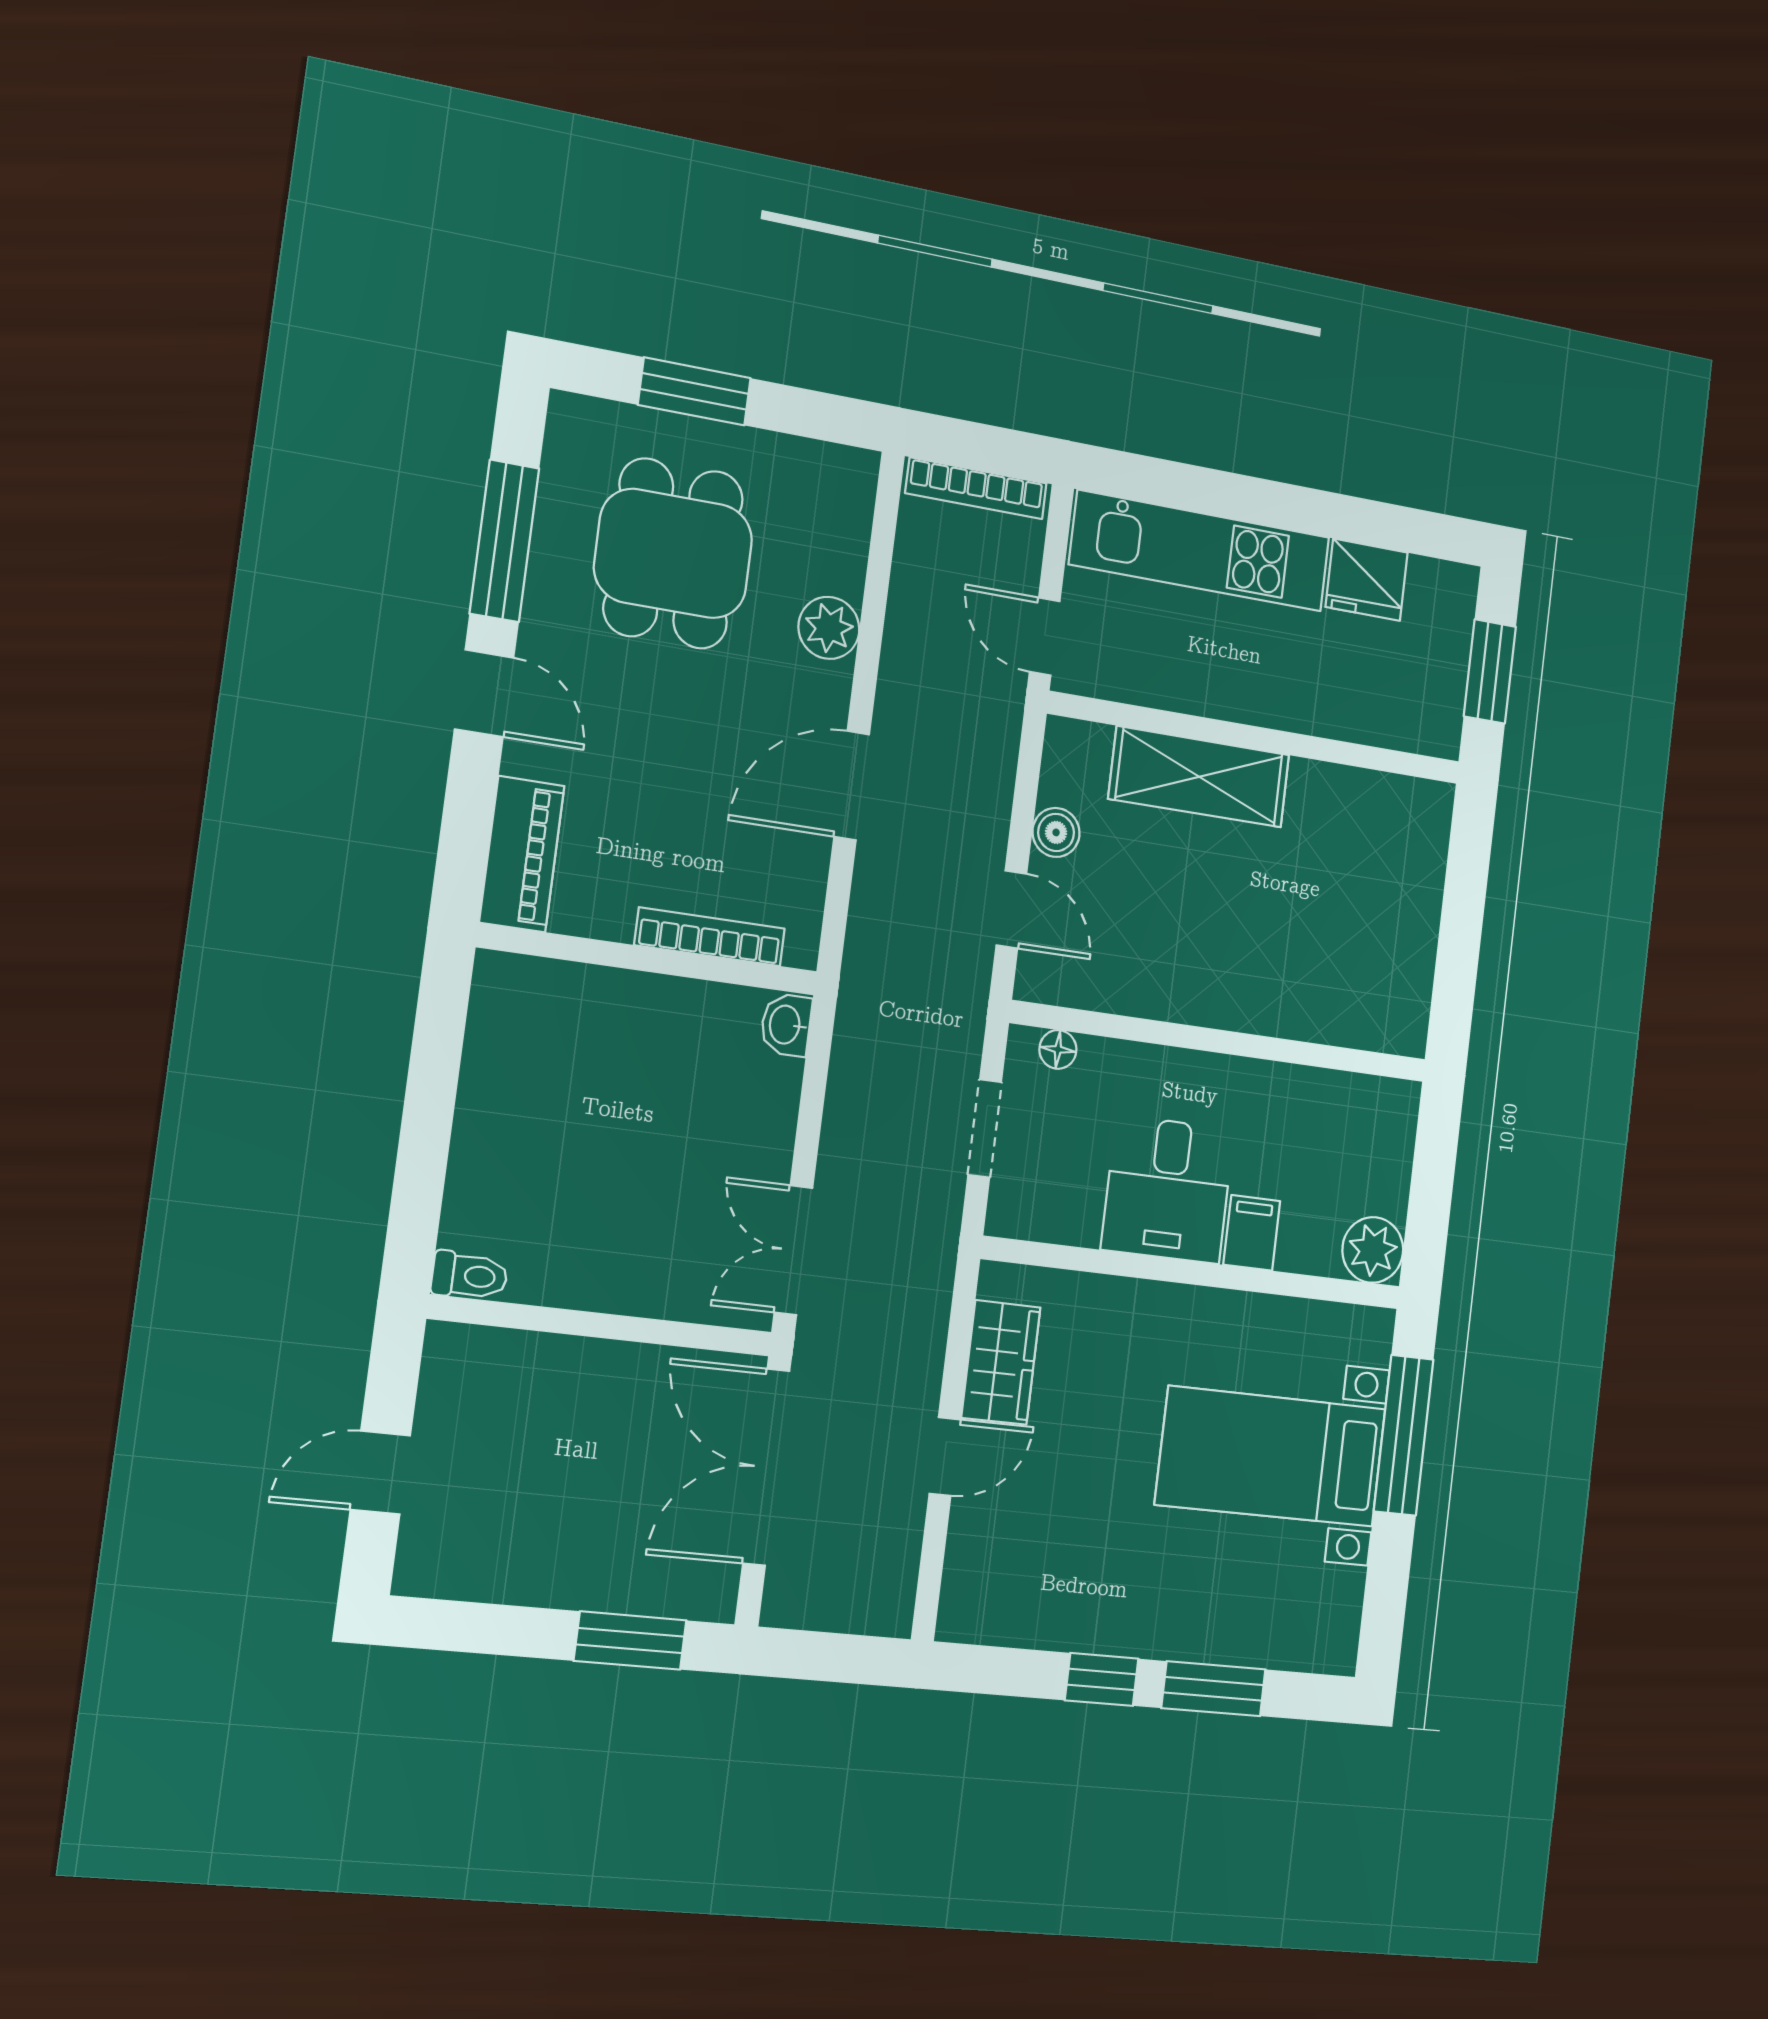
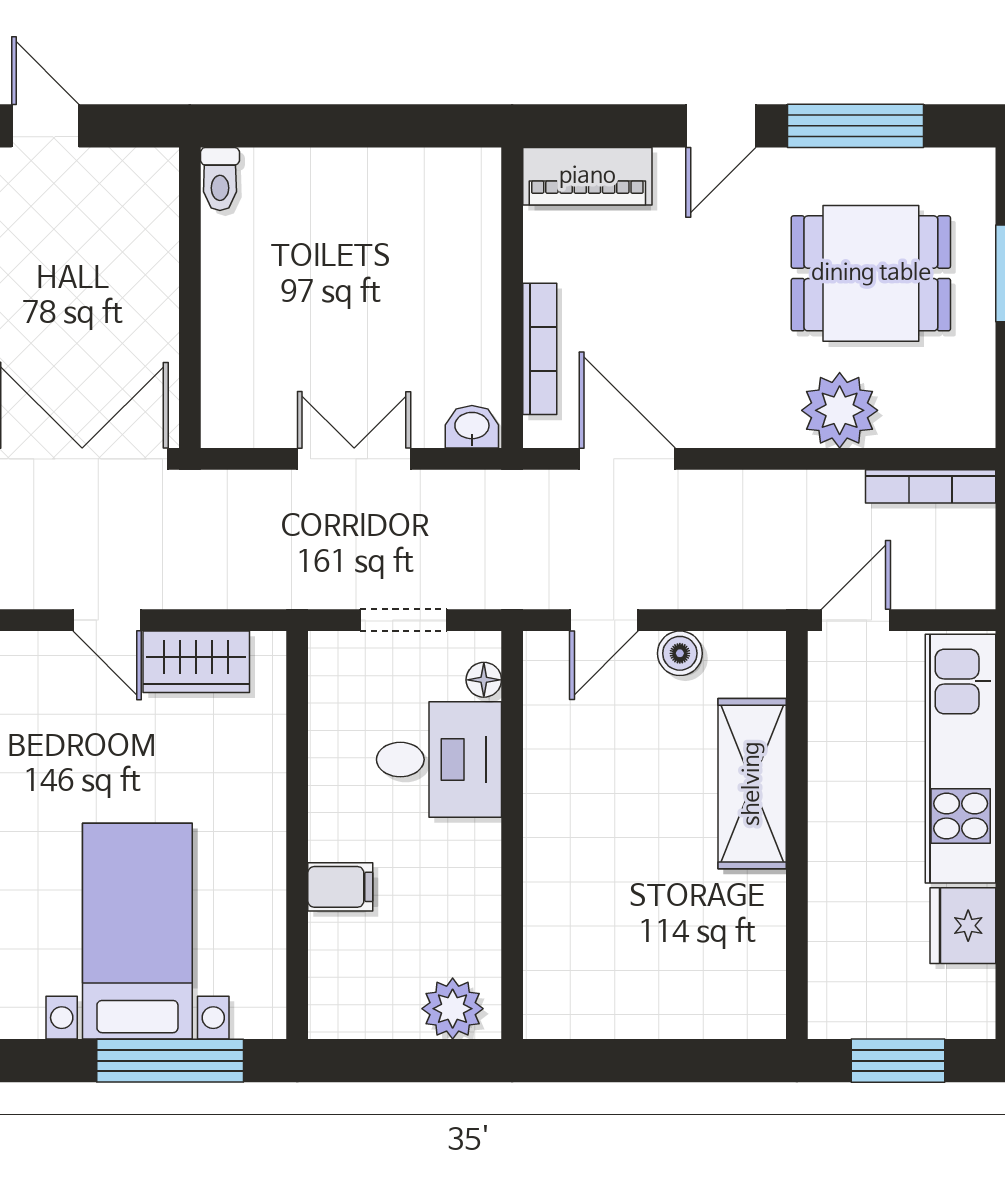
bookcase: (976, 488) -> (931, 486), moved, turned -90
plant: (829, 628) -> (840, 410), width x1.36, depth x1.36
door: (852, 786) -> (627, 459), moved
desk: (1168, 1189) -> (439, 760), moved, turned 180
double door: (793, 1250) -> (354, 459), moved
plant: (1373, 1250) -> (453, 1009), moved

